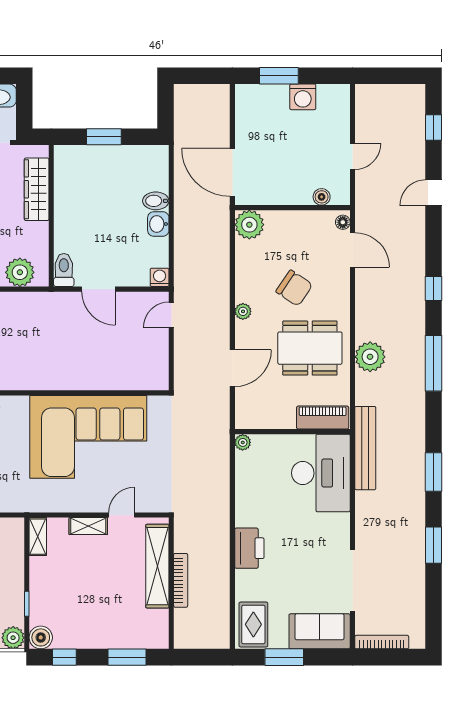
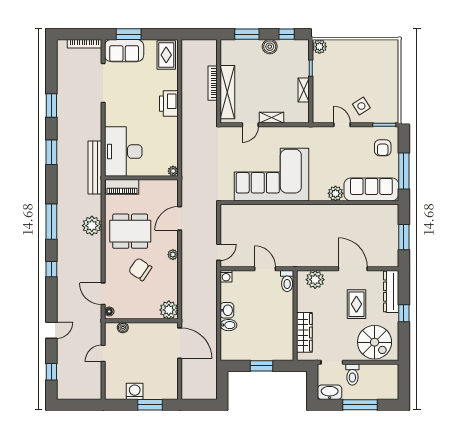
shelving: (38, 537) -> (304, 90), moved
boiler: (41, 637) -> (270, 47), moved
window: (284, 657) -> (129, 34), moved

